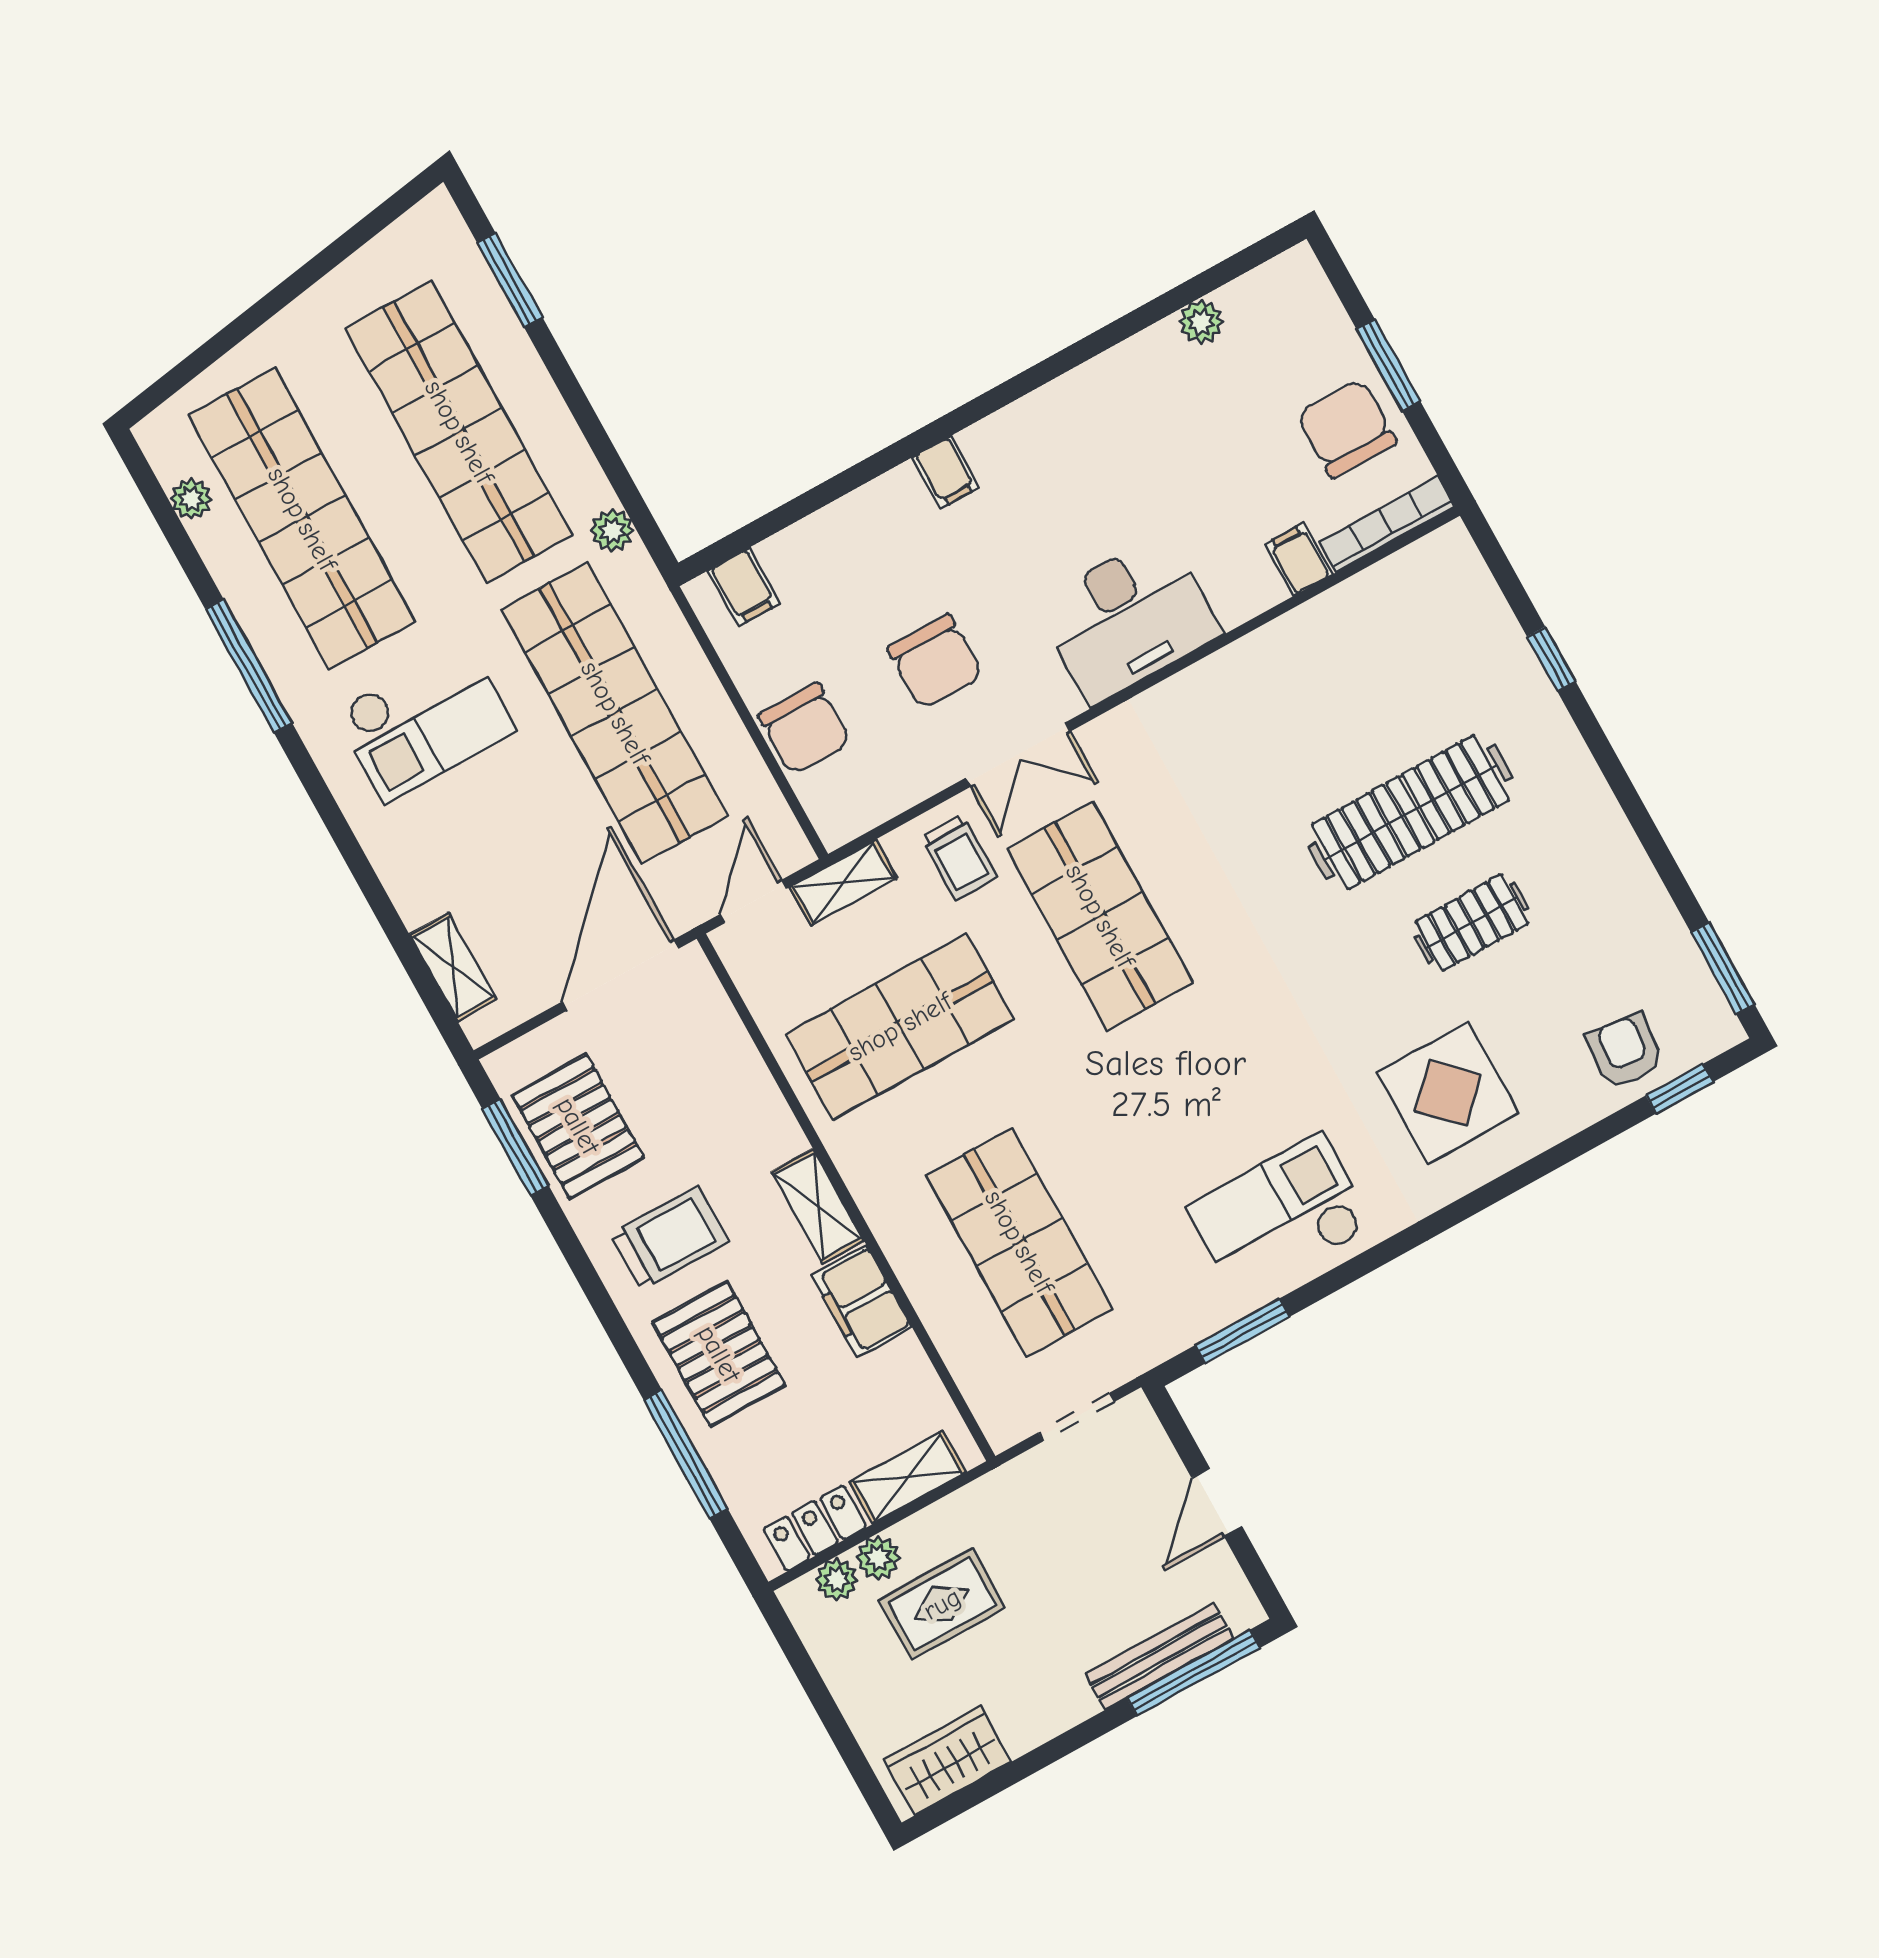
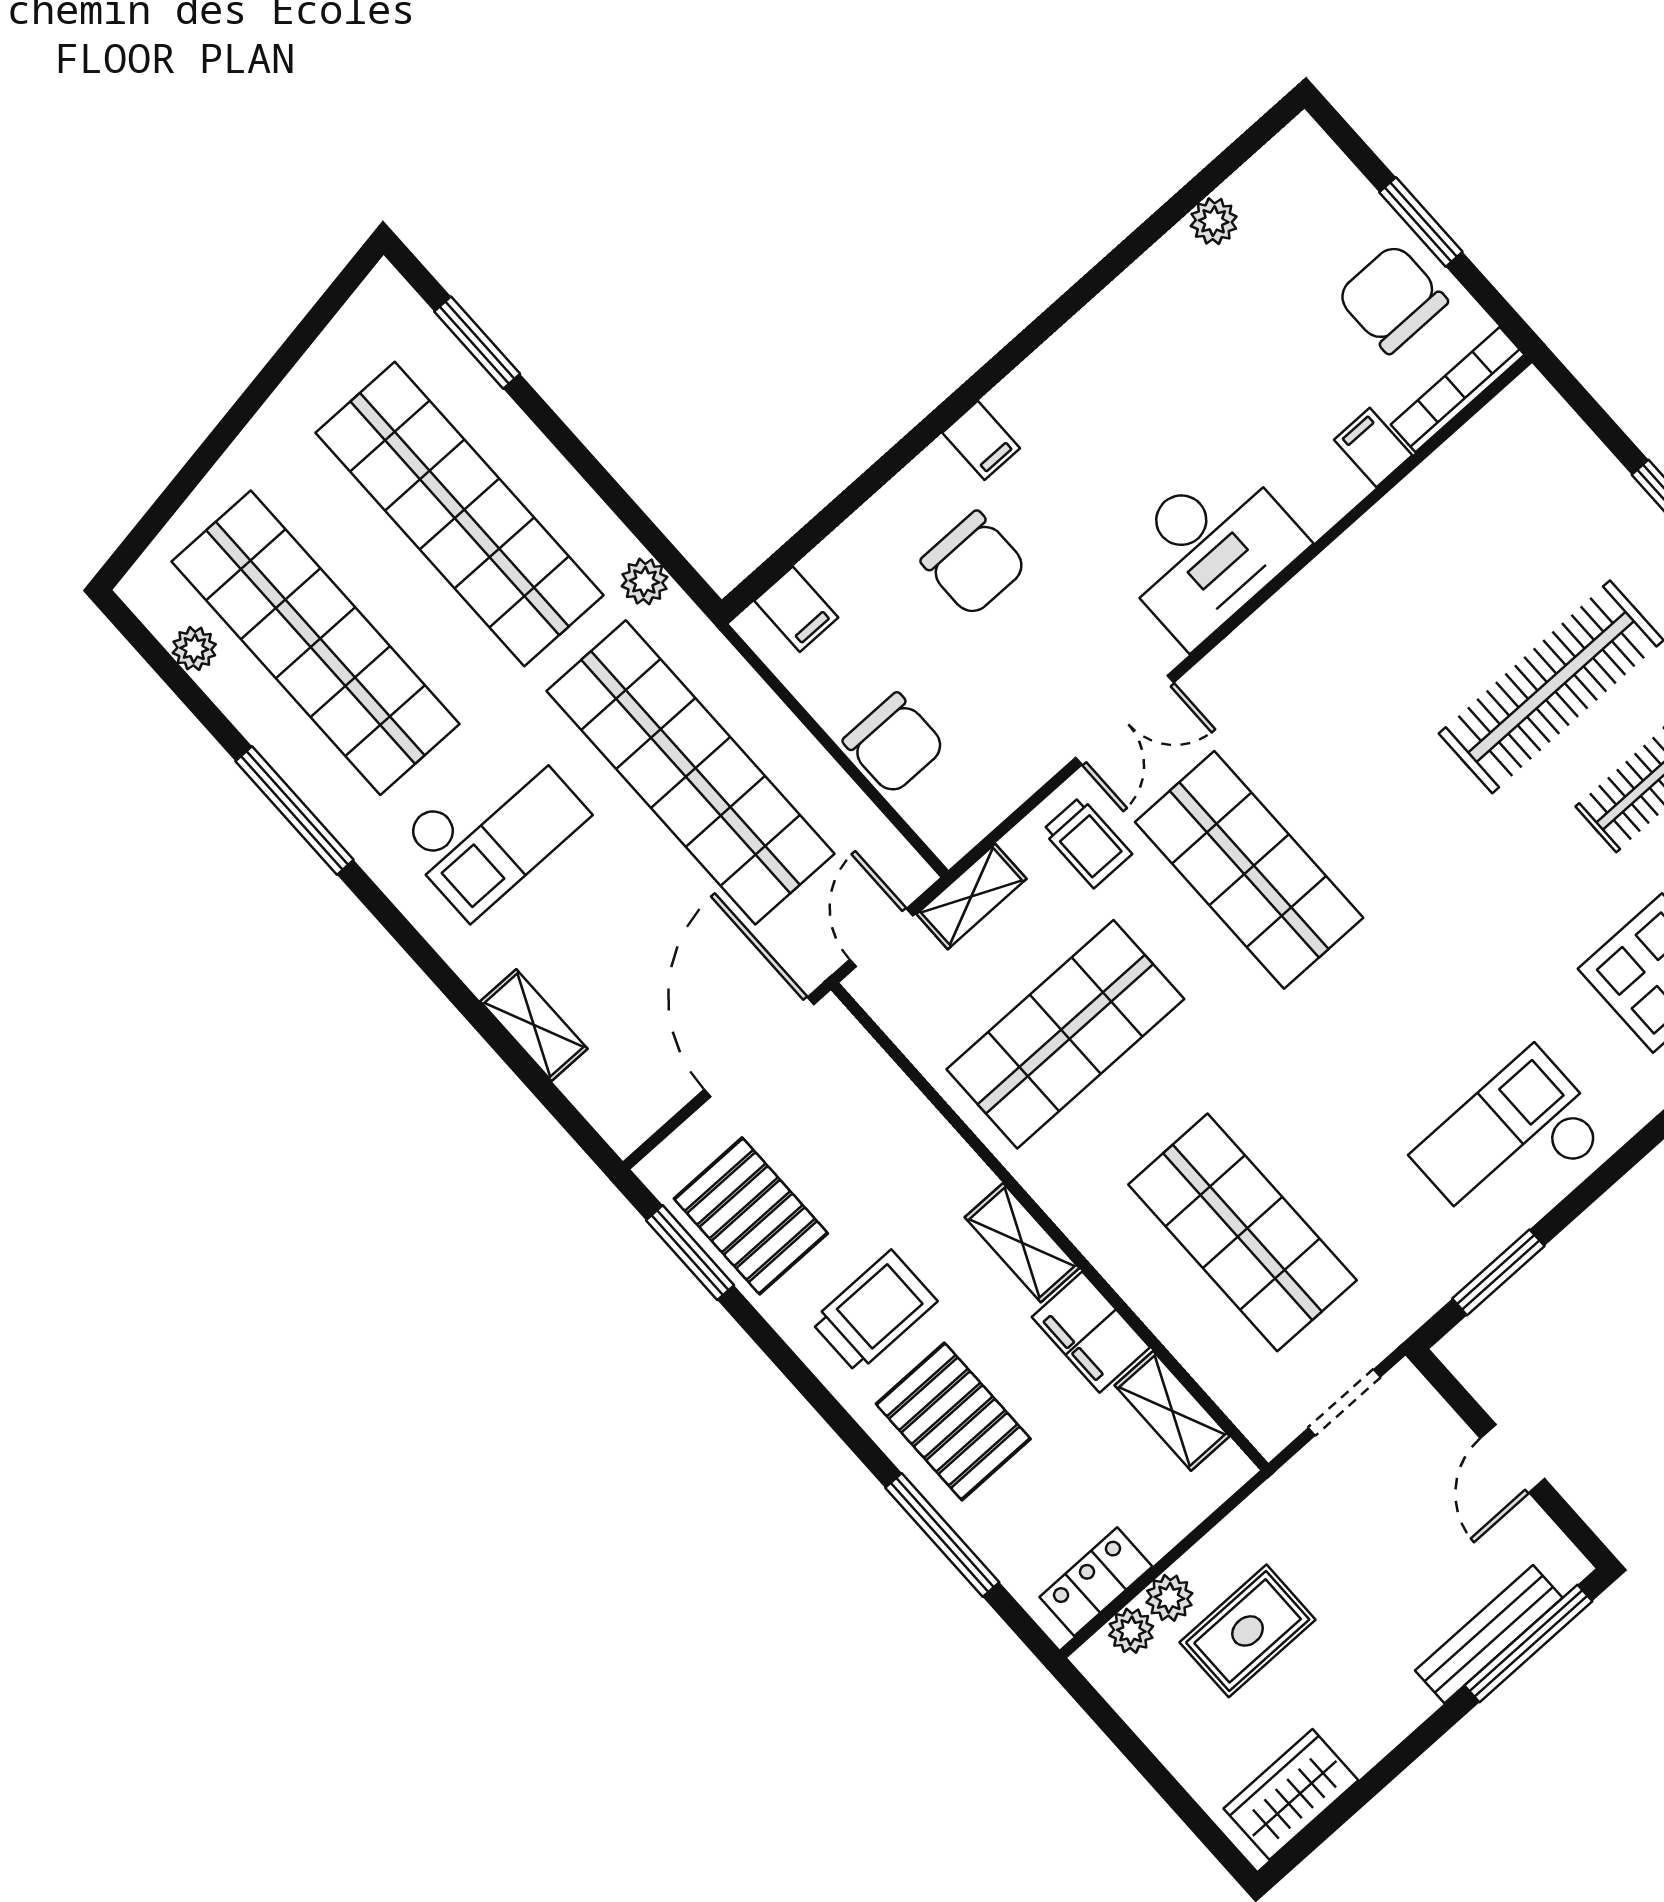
chair: (935, 662) -> (974, 564), moved
shelving: (453, 967) -> (534, 1025), moved
shelving: (908, 1477) -> (1172, 1411), moved, turned 90

